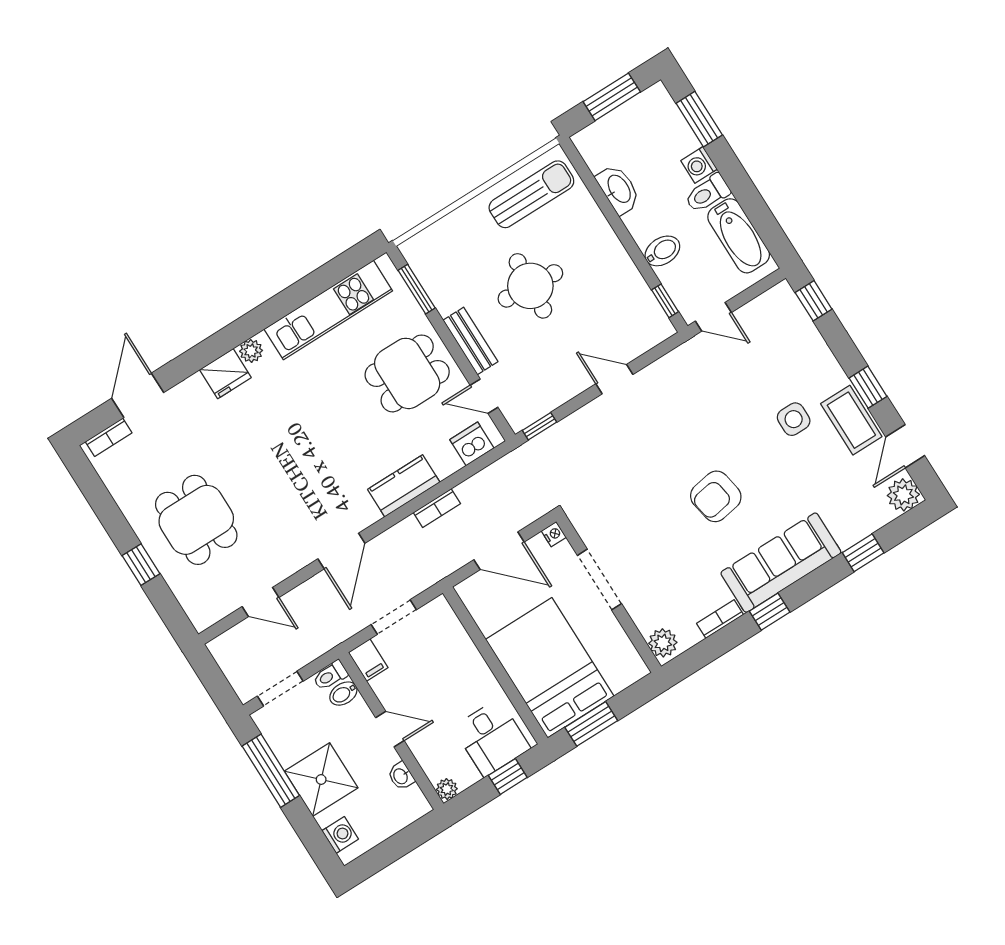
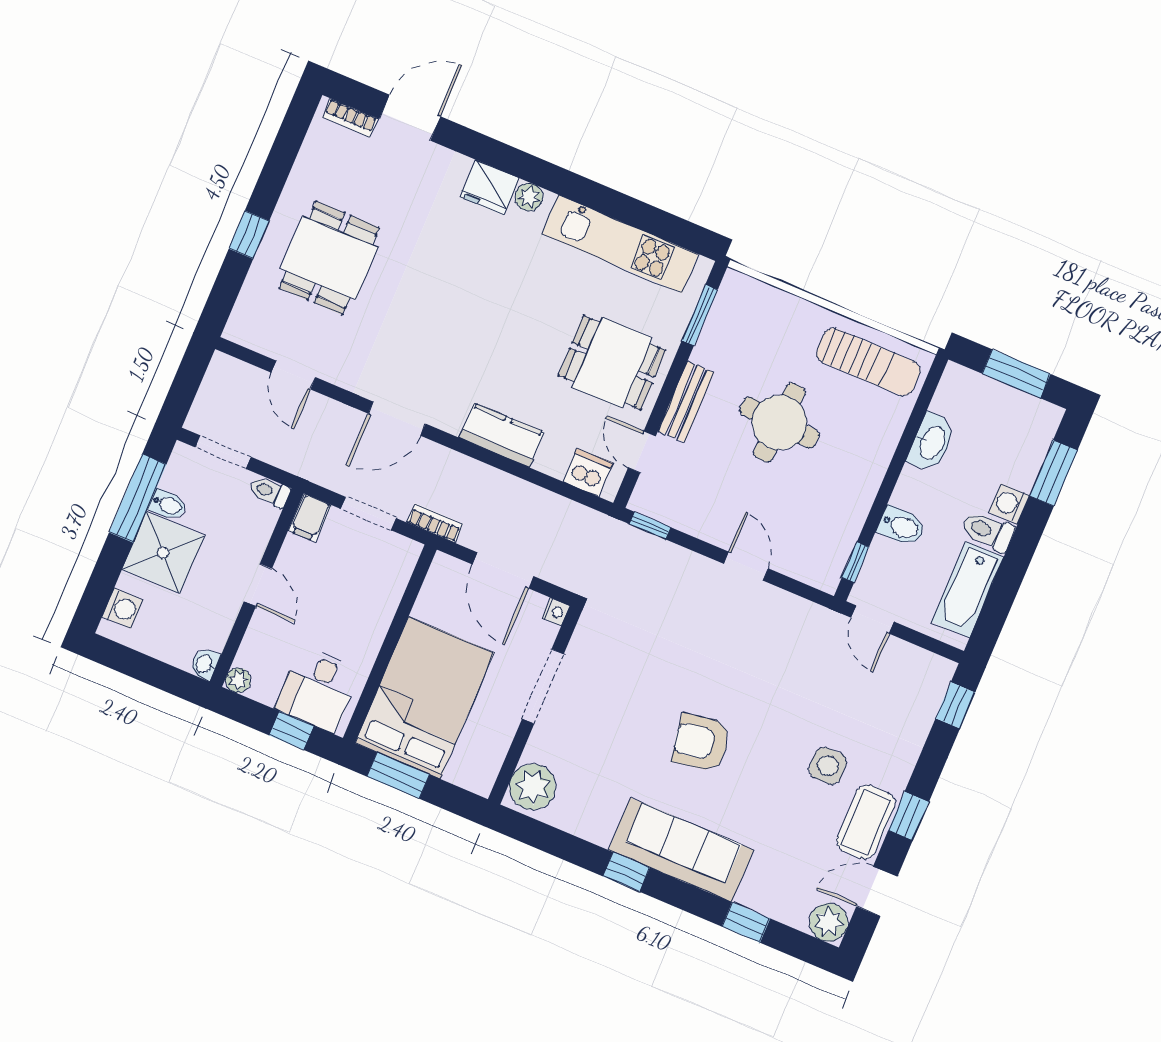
bookcase: (437, 508) -> (435, 523), moved, turned 180
bookcase: (720, 619) -> (586, 829), removed
plant: (663, 643) -> (532, 787), width x1.36, depth x1.36
bidet: (343, 694) -> (168, 505), moved, turned 180
washbasin: (401, 776) -> (205, 664), moved

